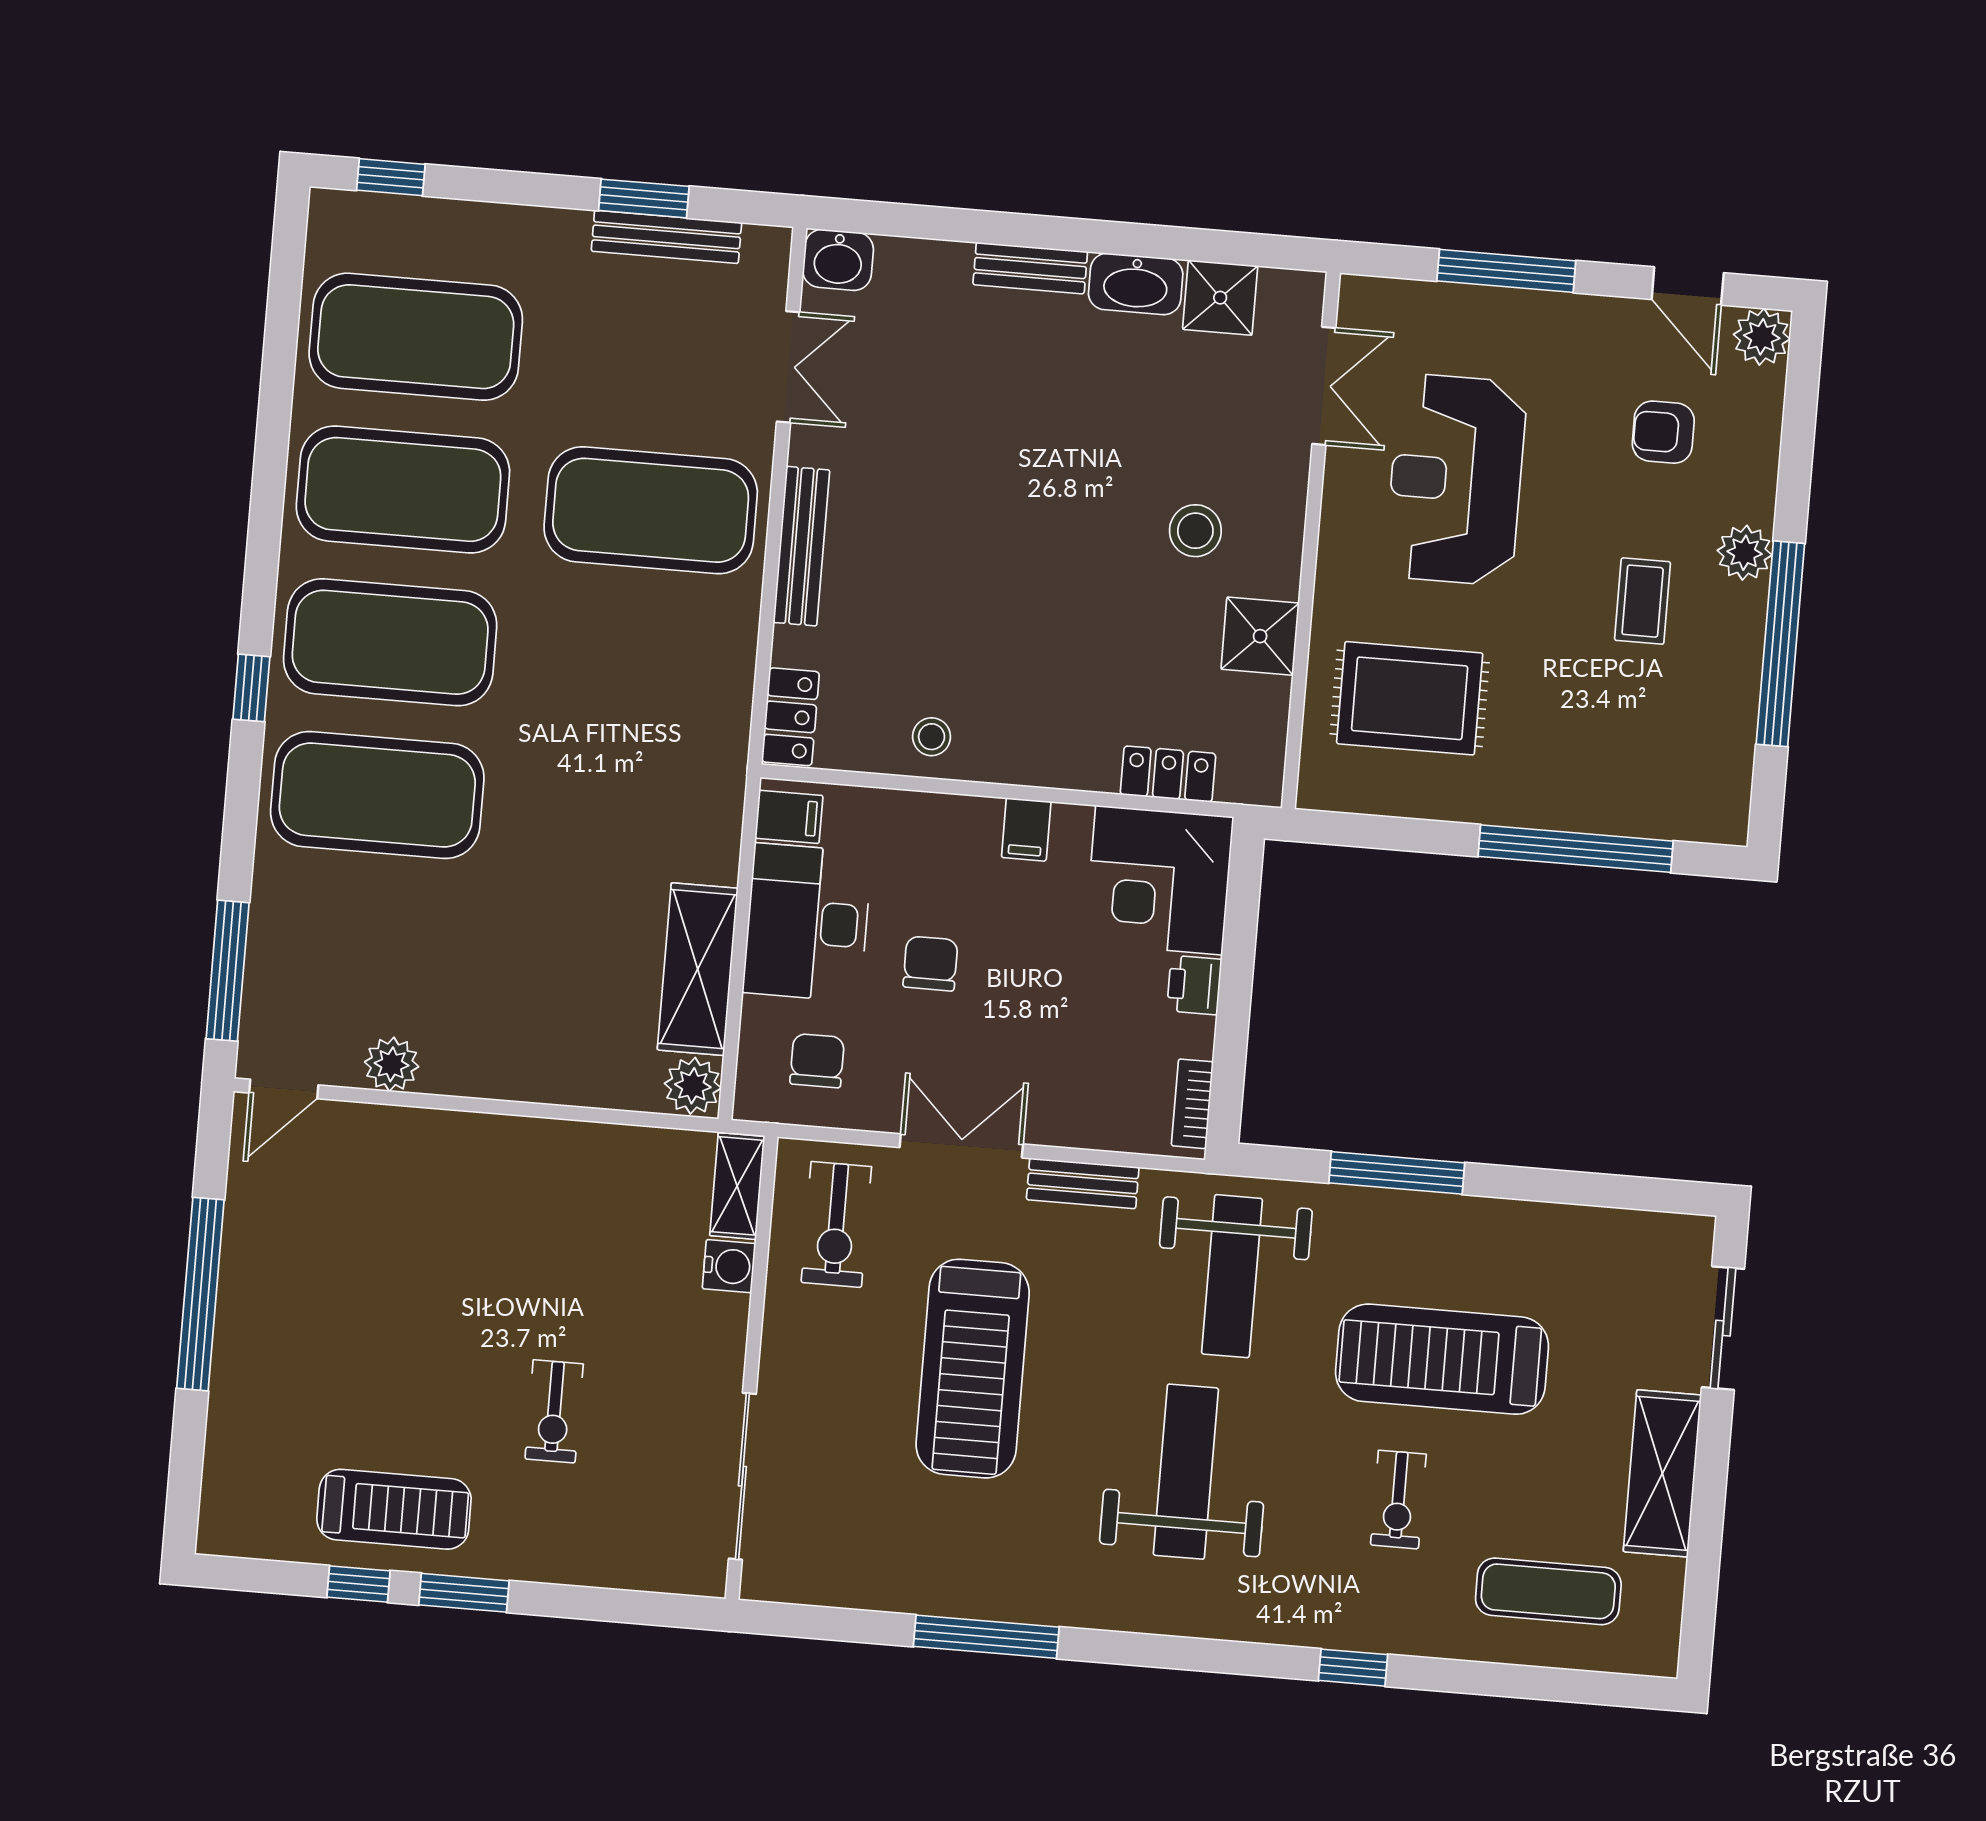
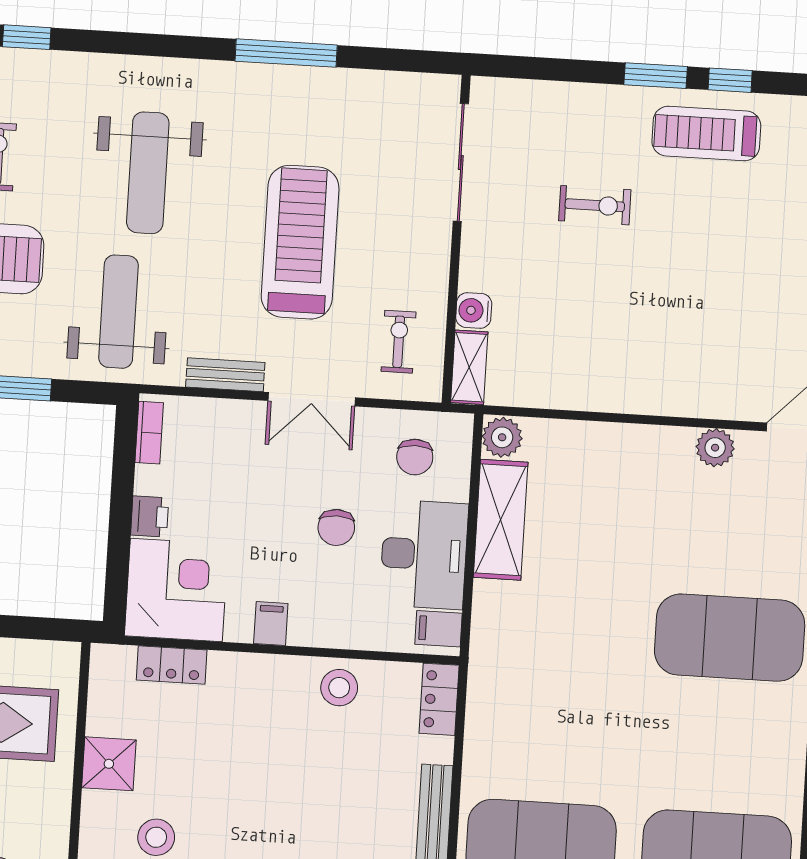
exercise mat: (390, 642) -> (723, 746), removed
stool: (932, 737) -> (339, 688), width x1.37, depth x1.37
exercise bike: (836, 1224) -> (399, 342), width x0.73, depth x0.72
exercise bike: (554, 1411) -> (595, 205), turned 90

